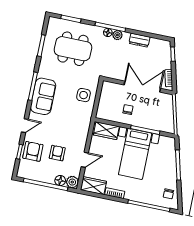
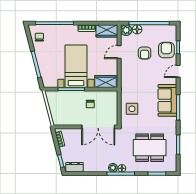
dresser: (139, 40) -> (75, 167), moved
double door: (142, 87) -> (98, 127), moved
armchair: (33, 151) -> (166, 50), turned 180

